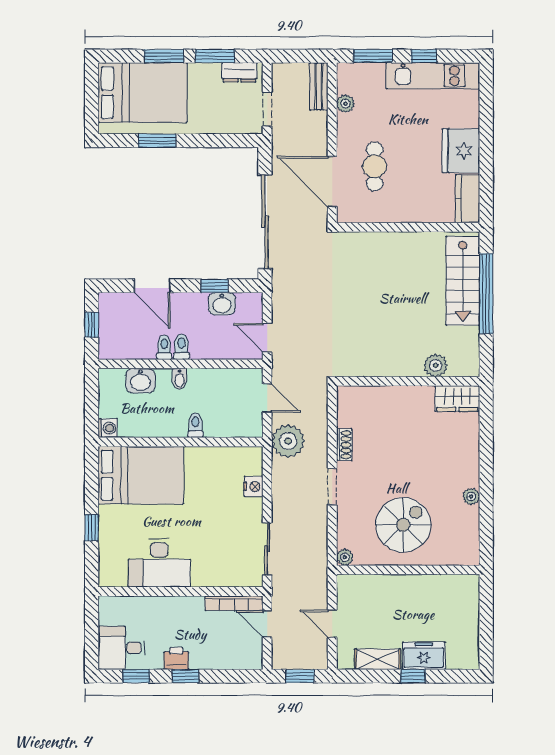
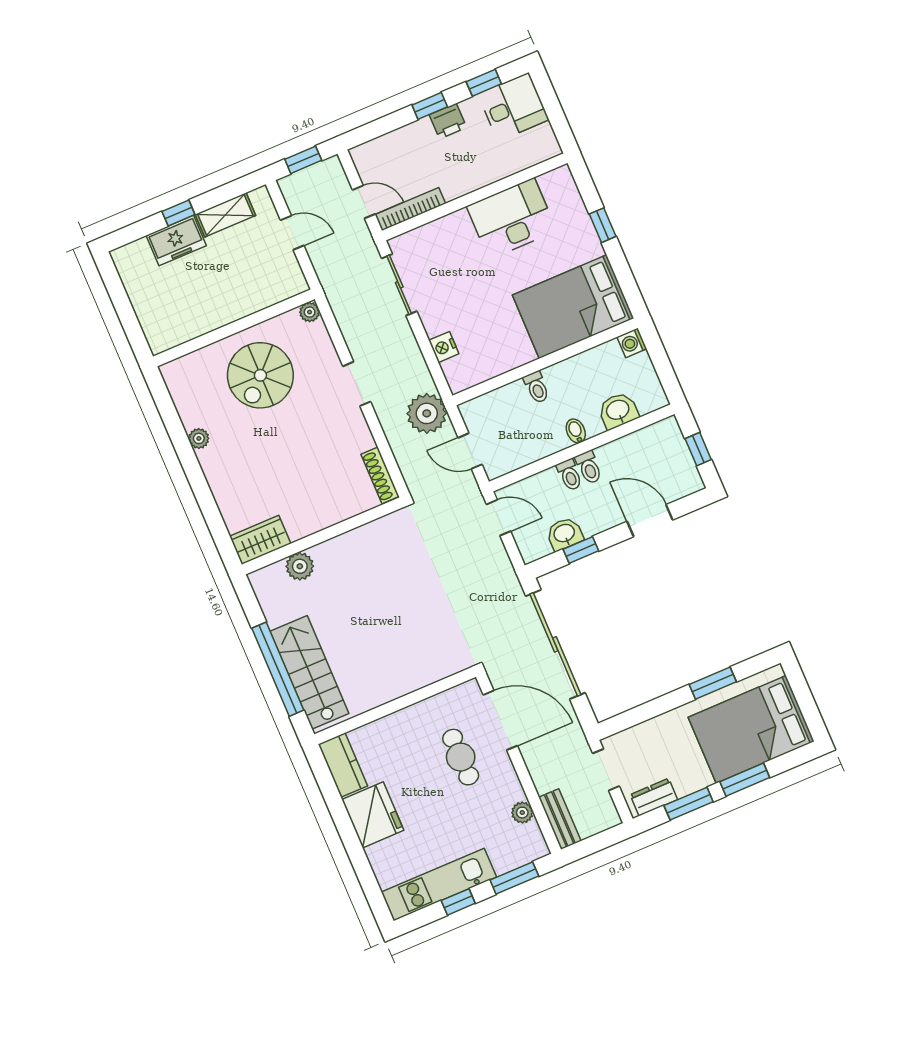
toilet: (164, 347) -> (570, 475), moved
shoe rack: (344, 445) -> (380, 475), moved, width x1.43

